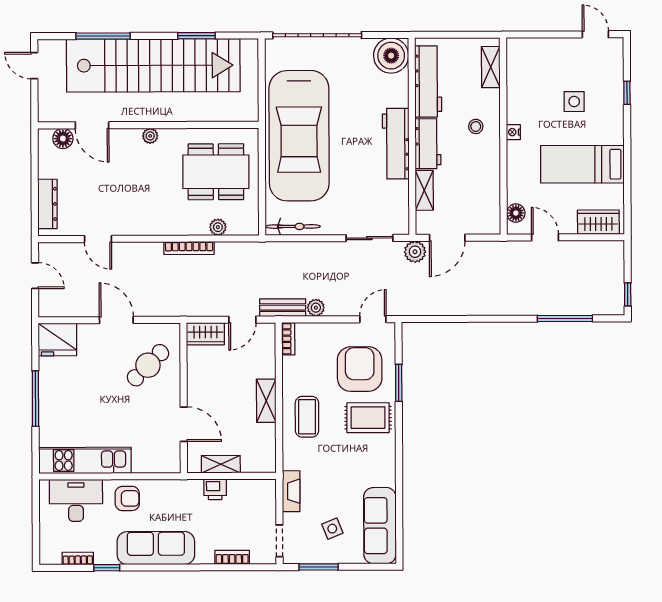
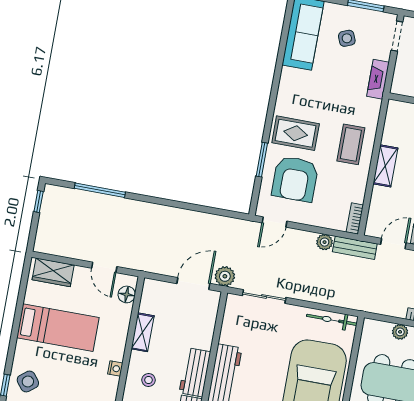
side table: (574, 102) -> (28, 381), moved, turned -38
shelving: (424, 190) -> (143, 332), moved

